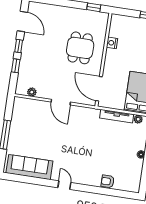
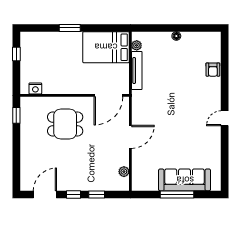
nightstand: (112, 43) -> (35, 88), moved
sofa: (29, 167) -> (185, 180), moved, turned 90

